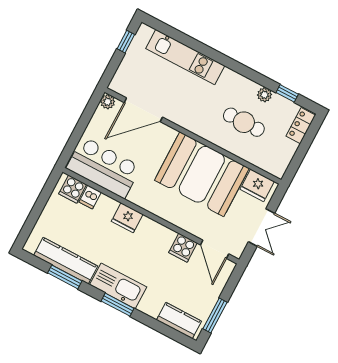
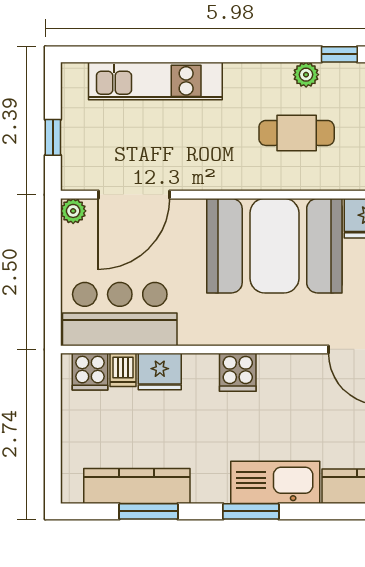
window: (126, 42) -> (53, 137), moved
fridge: (127, 218) -> (160, 372), moved
cooker: (183, 248) -> (238, 372), moved
kitchen sink: (118, 286) -> (275, 482), moved

